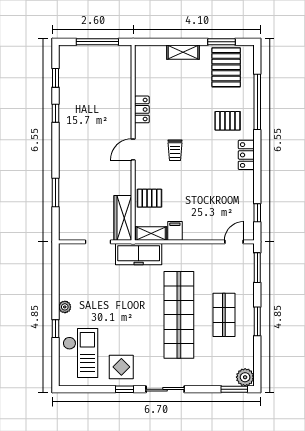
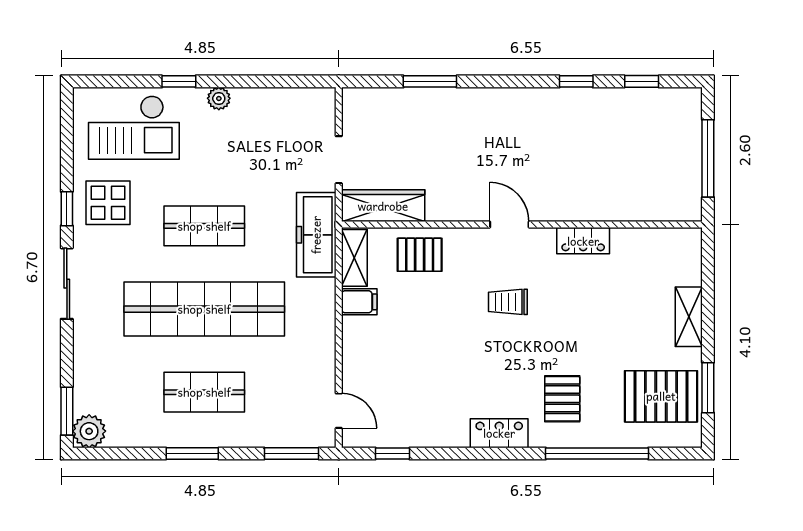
pallet: (149, 198) -> (420, 255), turned 90
shop shelf: (134, 315) -> (204, 226), added

